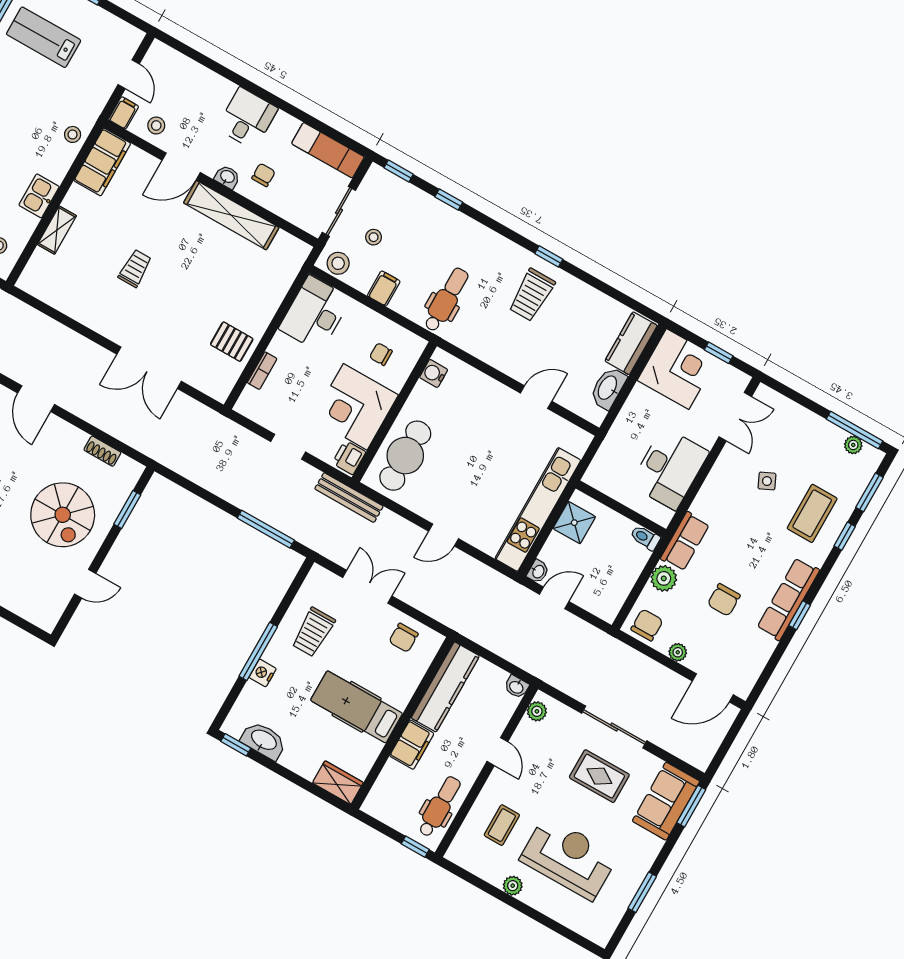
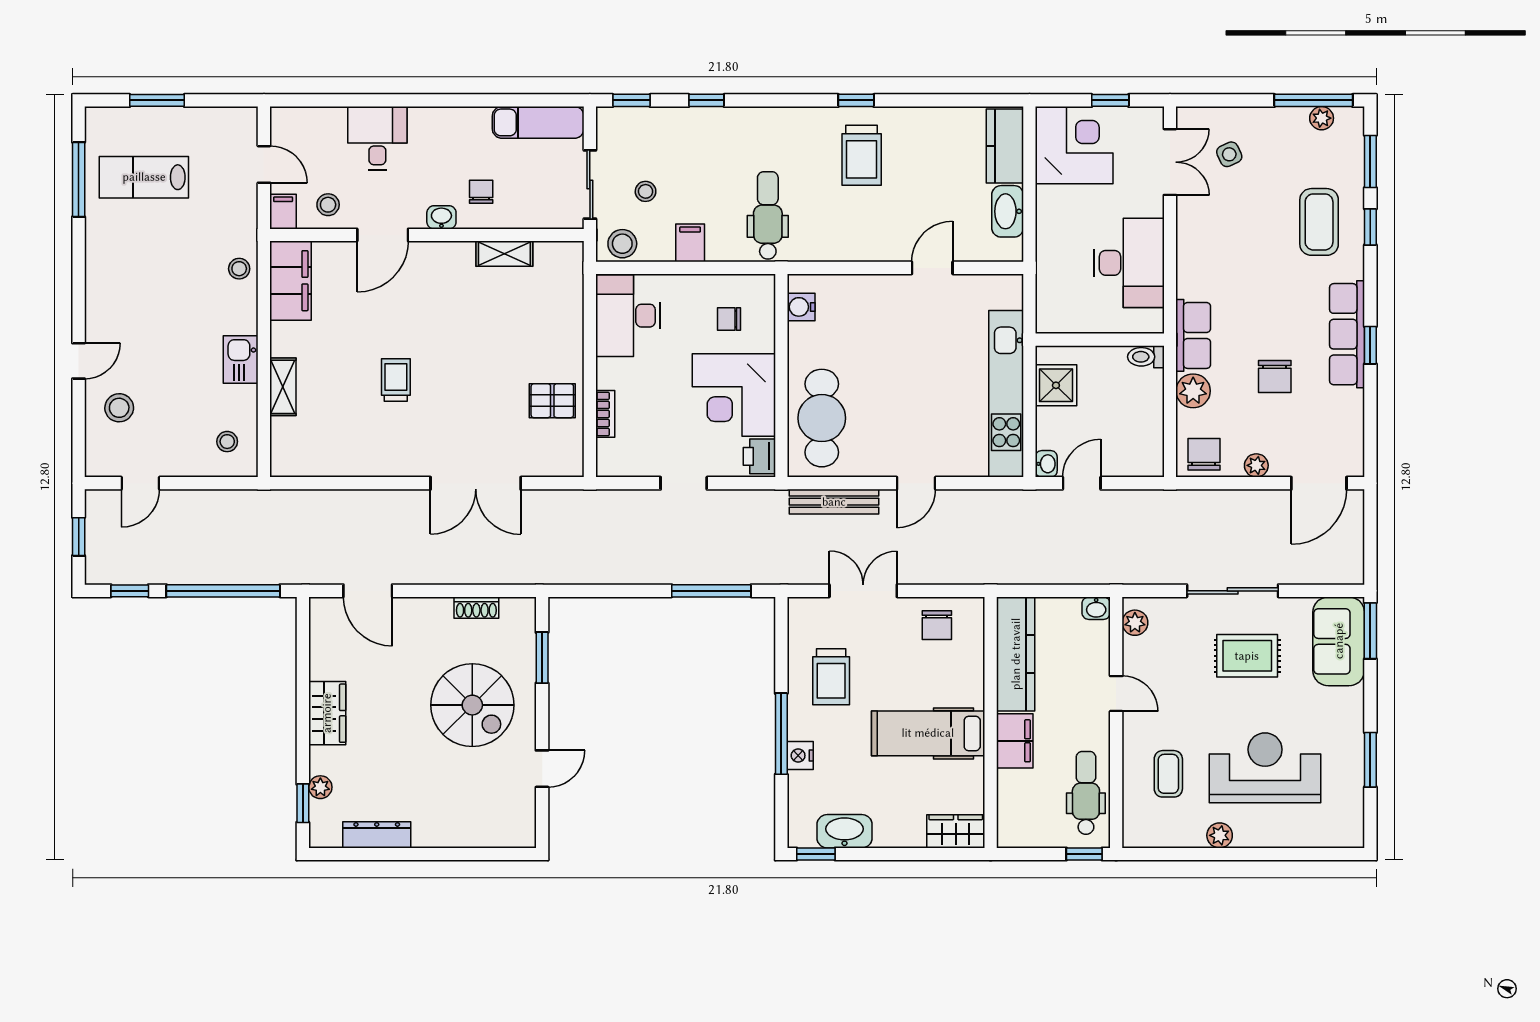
desk: (247, 118) -> (377, 138), moved
shelving: (231, 215) -> (504, 254), width x0.45, depth x0.75
side table: (767, 481) -> (1229, 154), moved
bench: (349, 498) -> (834, 502), moved

